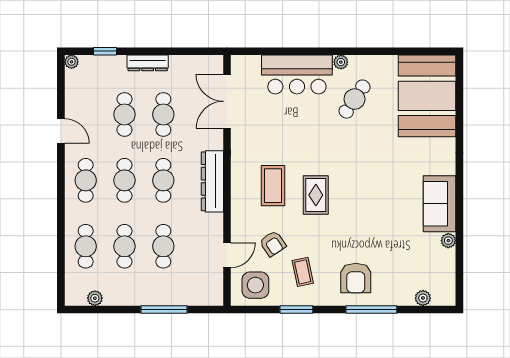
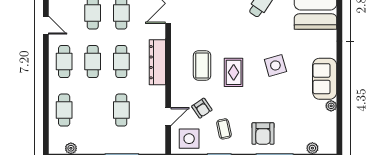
side table: (373, 186) -> (275, 65), added
cafe table: (124, 246) -> (93, 110), removed

